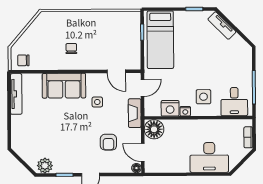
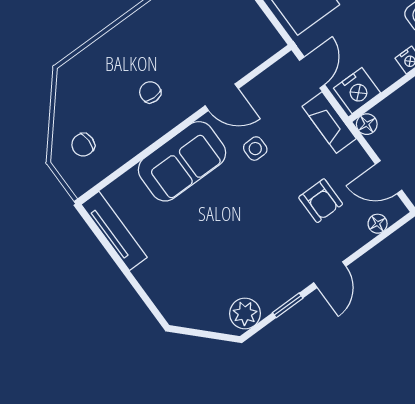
chair: (23, 60) -> (83, 145), moved
door: (116, 71) -> (222, 97), moved
nightstand: (170, 108) -> (357, 91), moved
floor lamp: (154, 129) -> (367, 124), width x0.53, depth x0.53
floor lamp: (136, 168) -> (378, 224), moved

